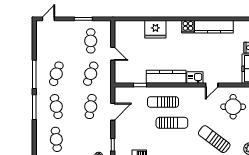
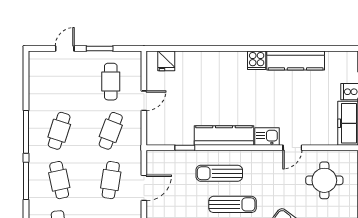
door: (48, 19) -> (65, 49), moved
fridge: (155, 29) -> (166, 61), moved, width x0.53, depth x0.75
door: (113, 54) -> (144, 101), hinge flipped

